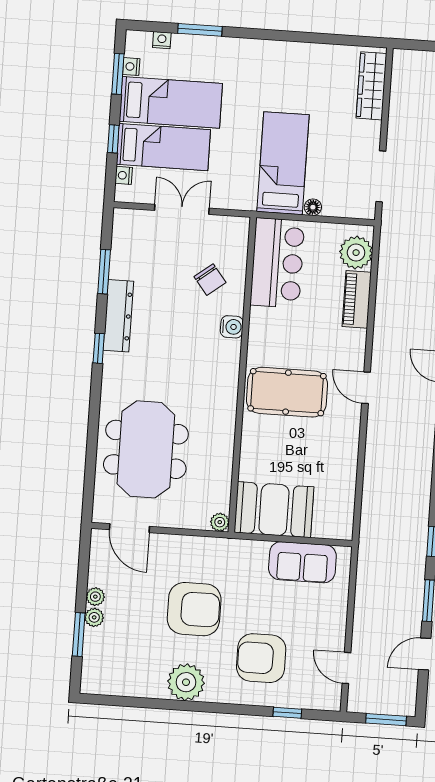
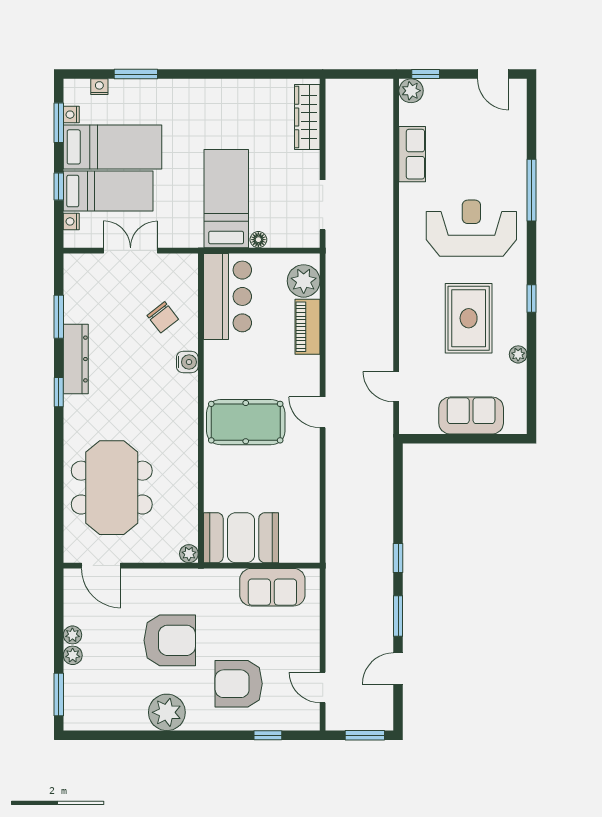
window: (79, 635) -> (59, 694), moved

